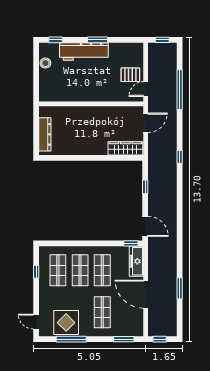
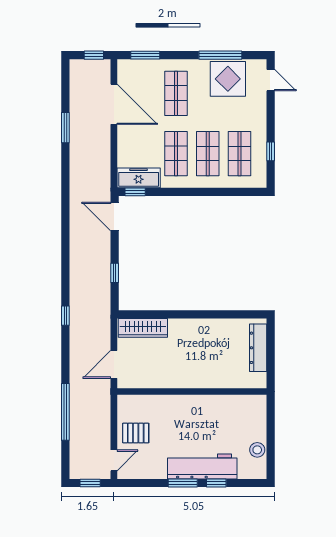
window: (55, 40) -> (216, 483), moved
door: (146, 89) -> (114, 460), moved
freezer: (136, 261) -> (139, 178), moved, turned -90
door: (146, 294) -> (114, 104), moved

